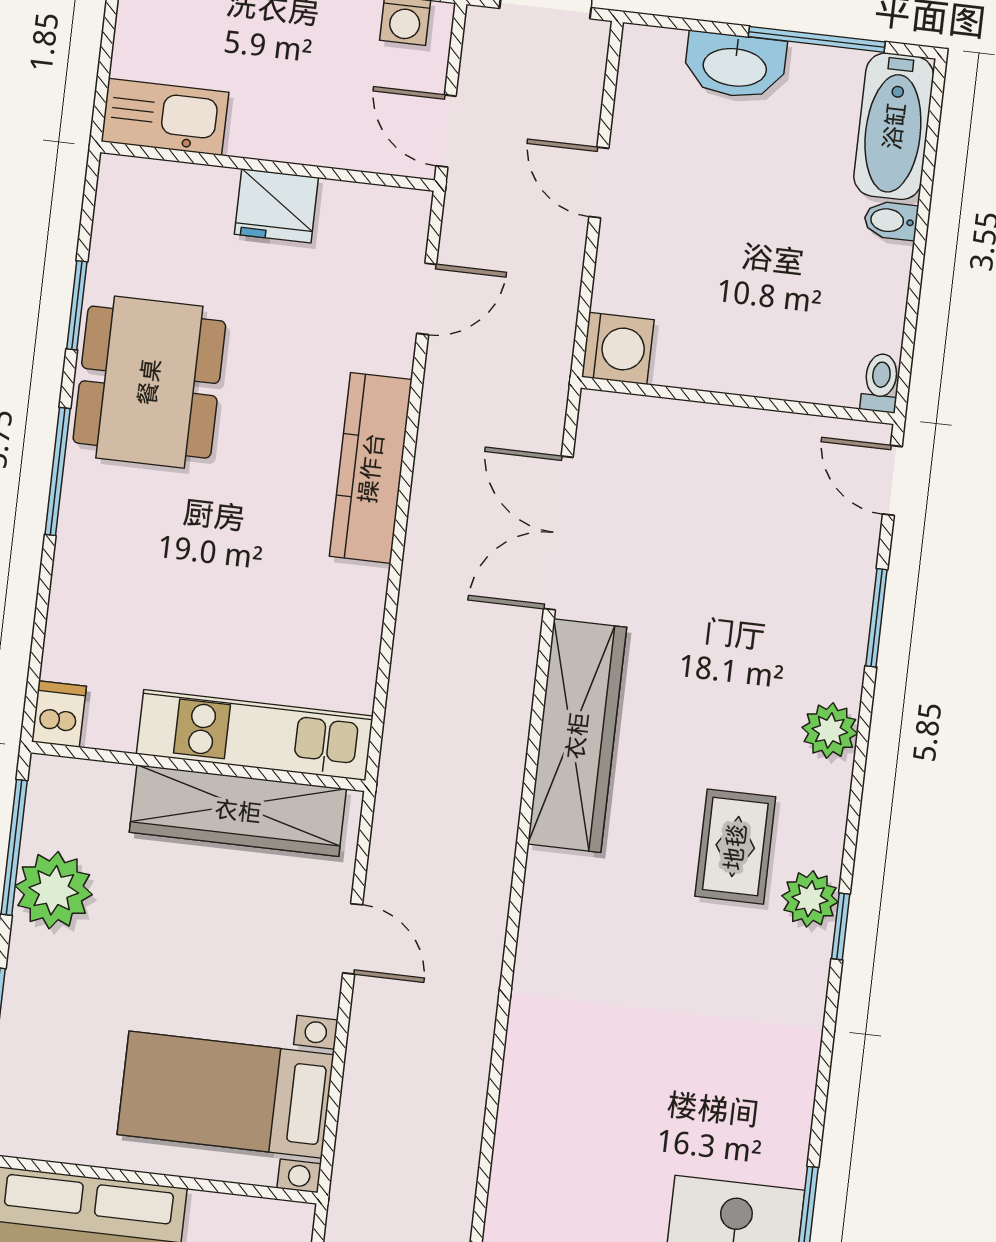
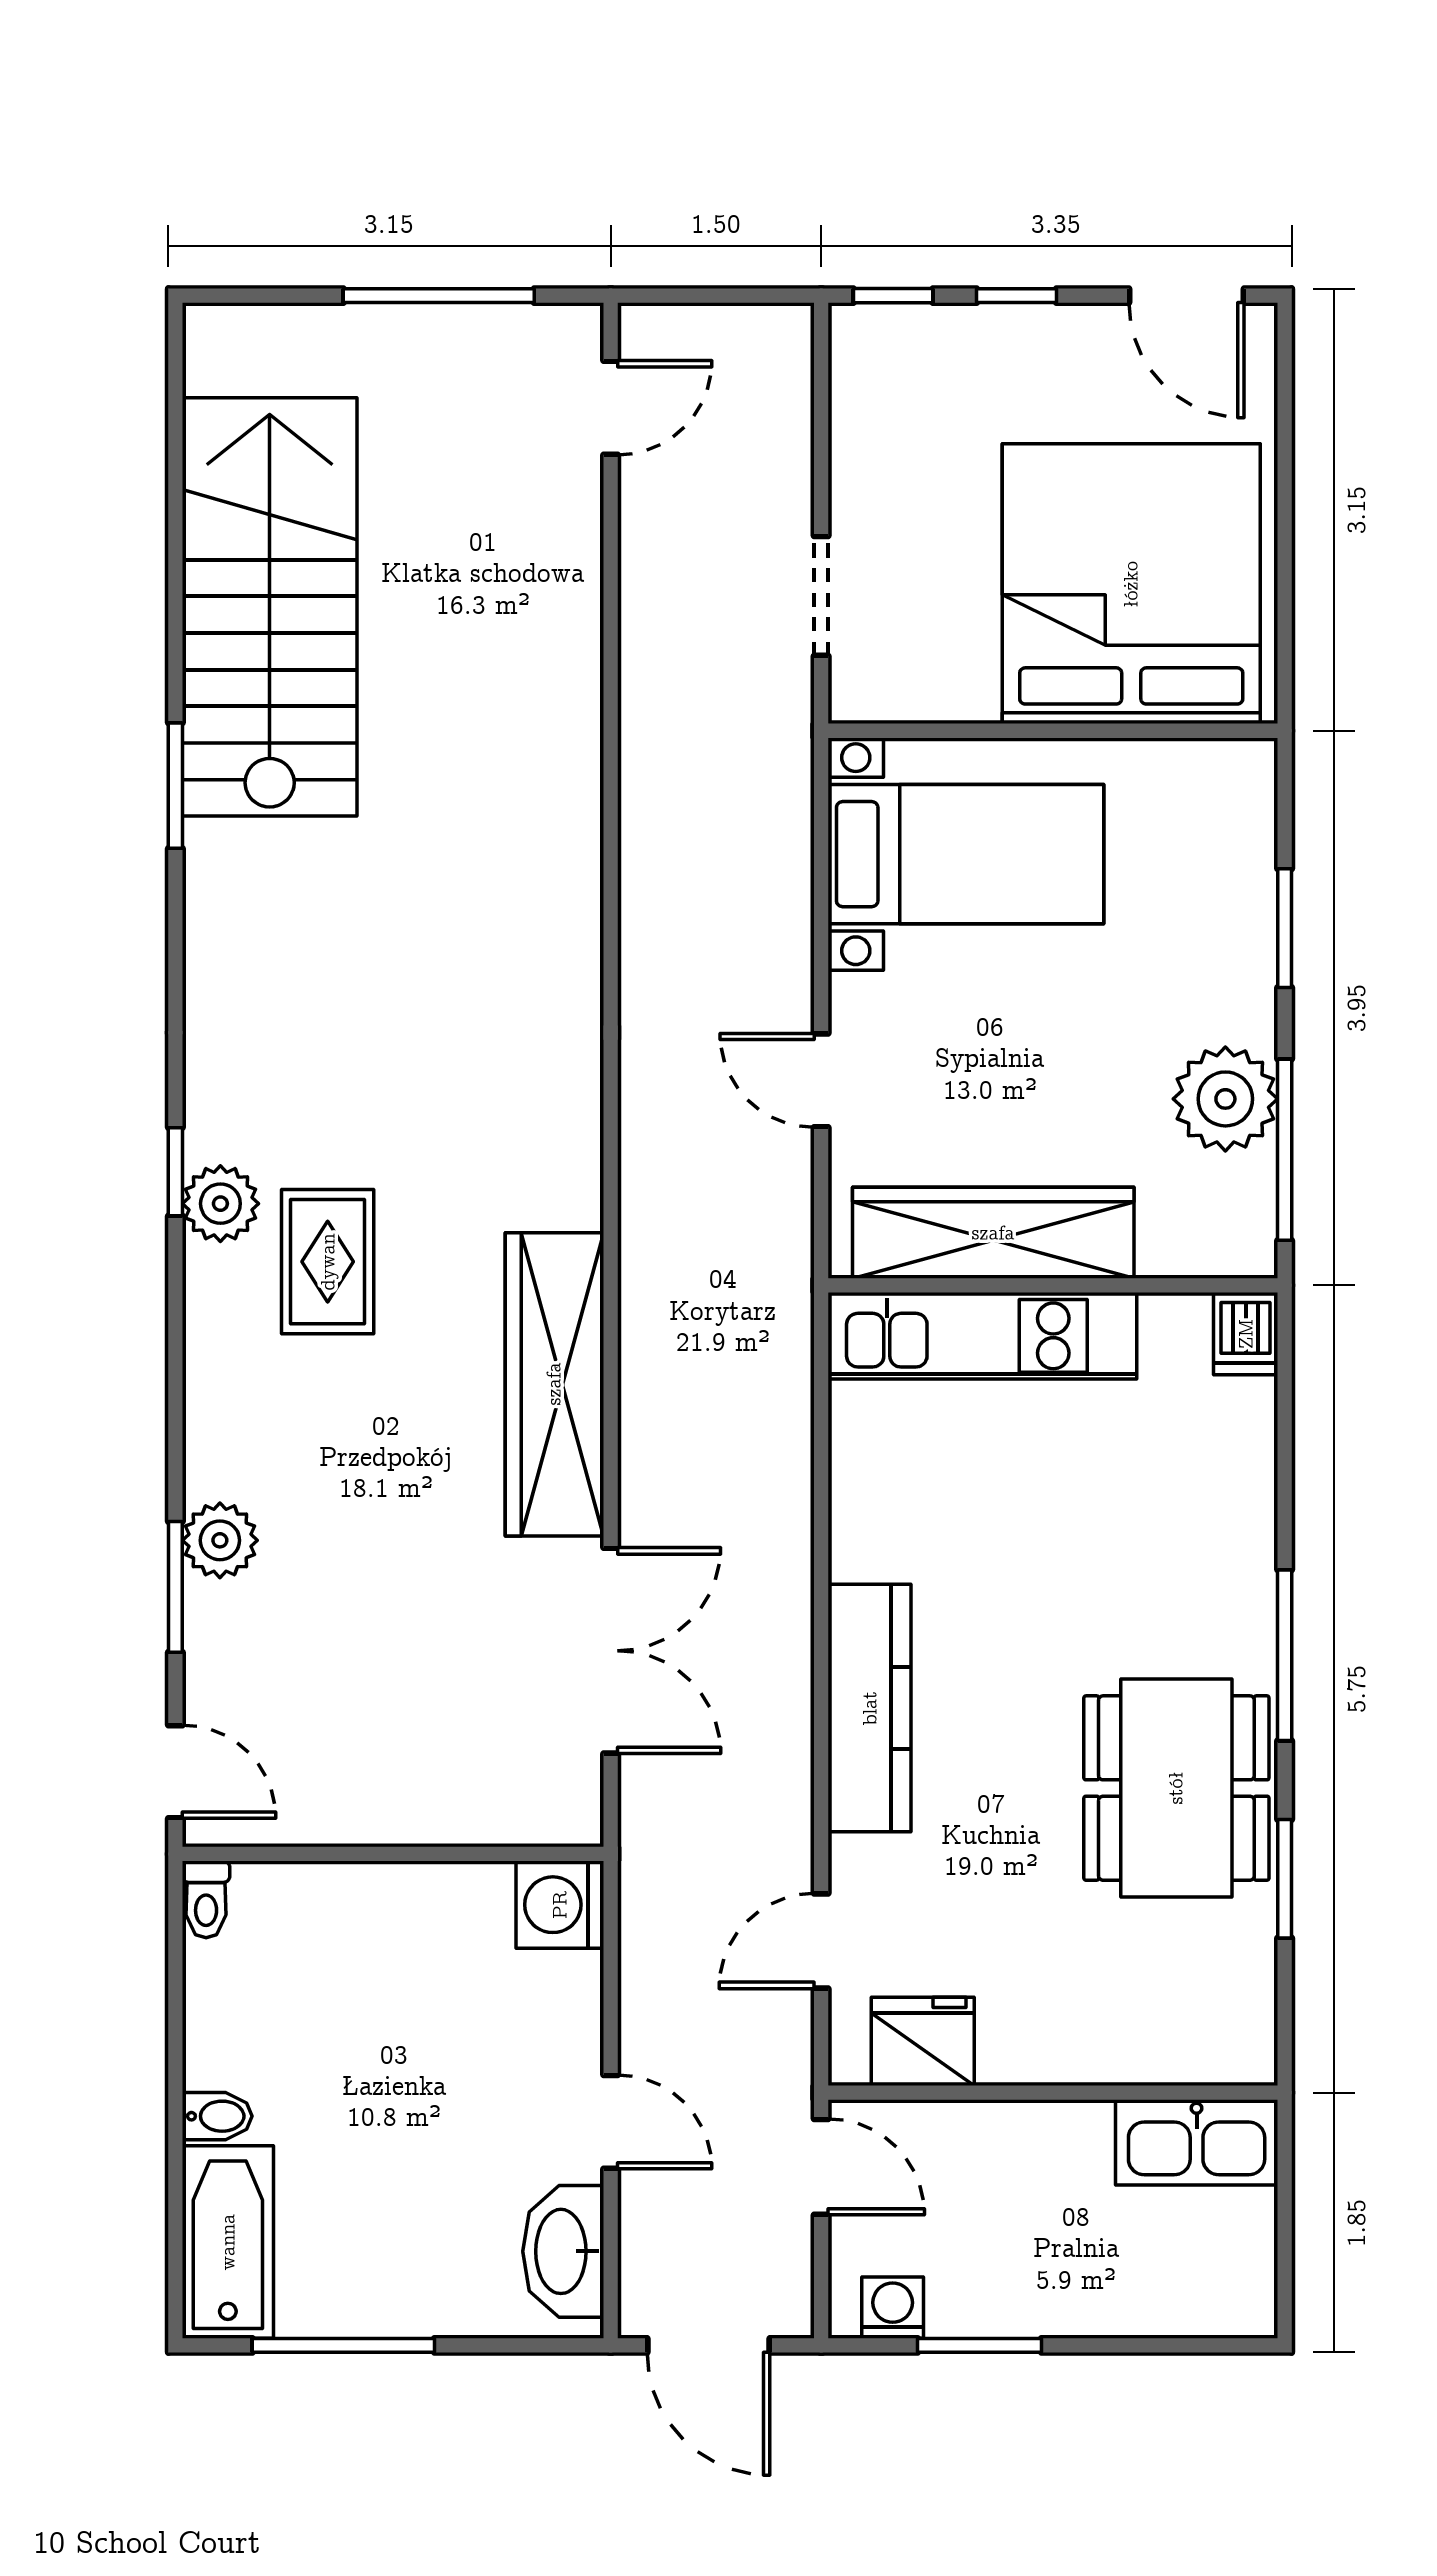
washbasin: (735, 66) -> (563, 2251), moved, turned -90
fridge: (276, 206) -> (923, 2041), moved
plant: (830, 731) -> (220, 1540), moved

